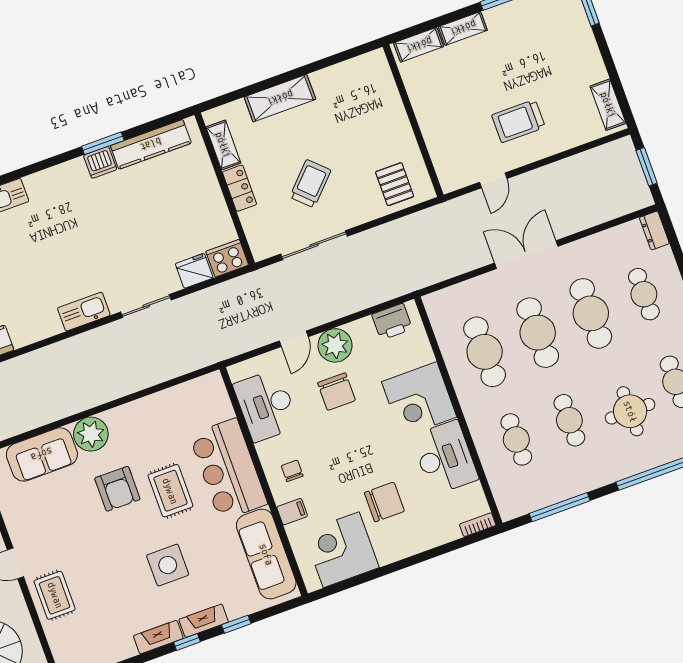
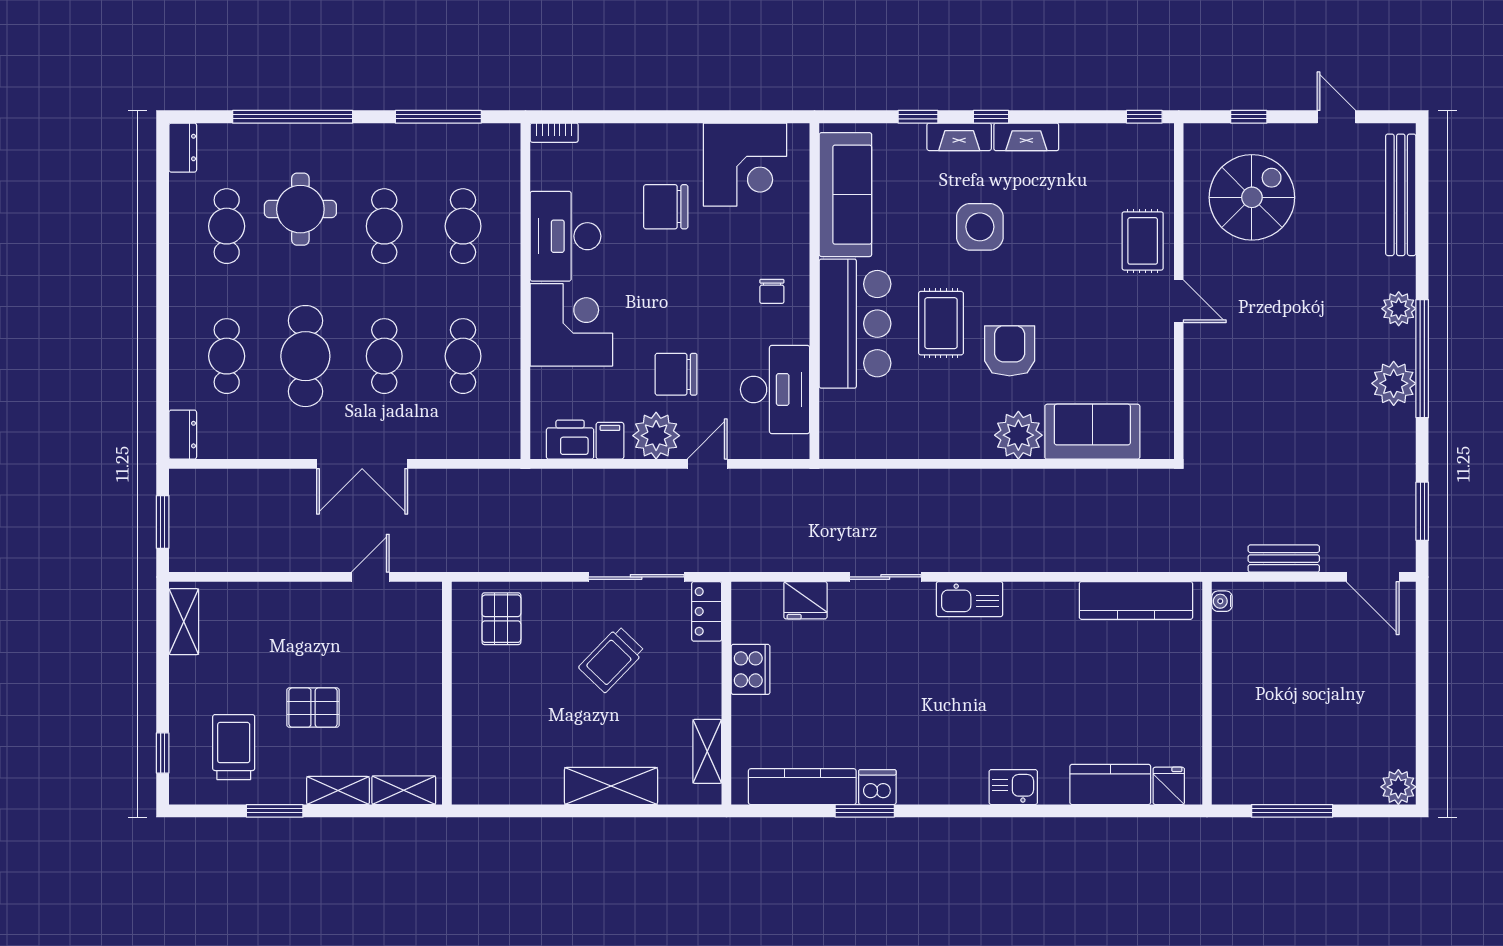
pallet: (500, 78) -> (313, 708), added
trolley: (518, 121) -> (234, 747), moved, turned -90
locker: (240, 188) -> (707, 611), moved
cooker: (227, 258) -> (751, 669), moved, turned -90
cafe table: (538, 333) -> (384, 356), width x0.73, depth x0.74
cafe table: (485, 352) -> (463, 356), width x0.73, depth x0.74
chair: (336, 392) -> (676, 374), turned -90
filing cabinet: (292, 512) -> (610, 441), moved, turned 90

